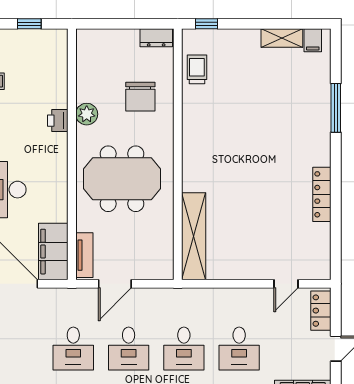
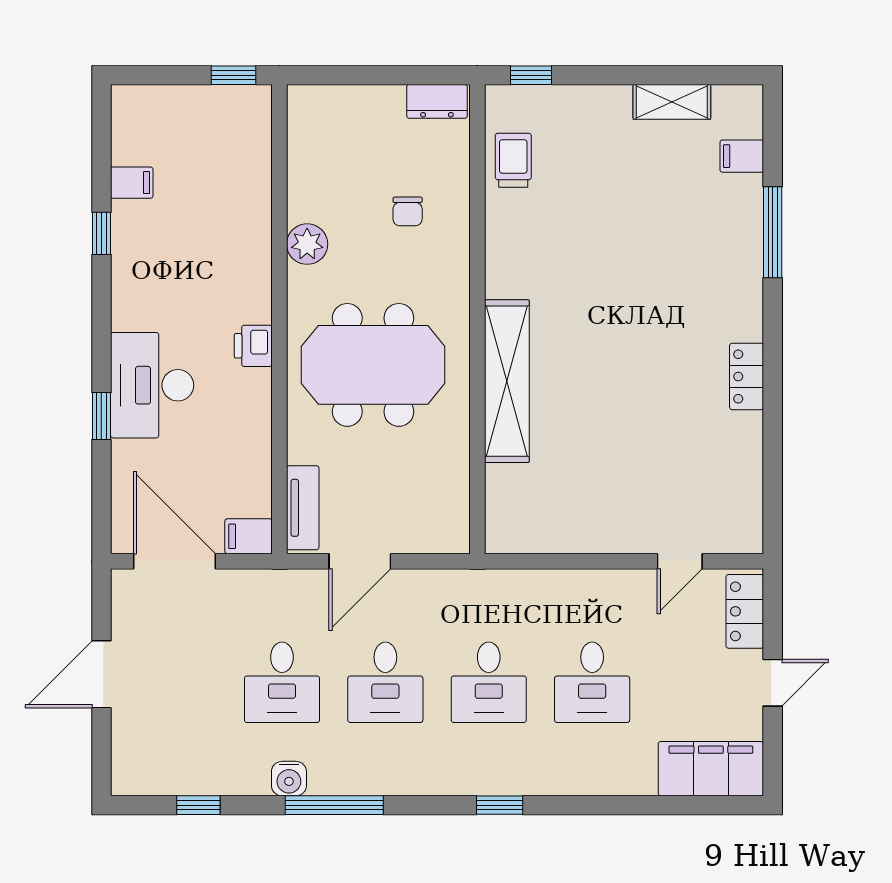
window: (29, 24) -> (233, 75), moved
filing cabinet: (313, 40) -> (742, 156), moved, turned 90
chair: (140, 97) -> (408, 211), width x0.54, depth x0.54
printer: (58, 121) -> (253, 346), moved
locker: (322, 194) -> (747, 376), width x0.66
shelving: (194, 236) -> (507, 381), moved
filing cabinet: (53, 252) -> (249, 536), width x0.33, depth x0.86

